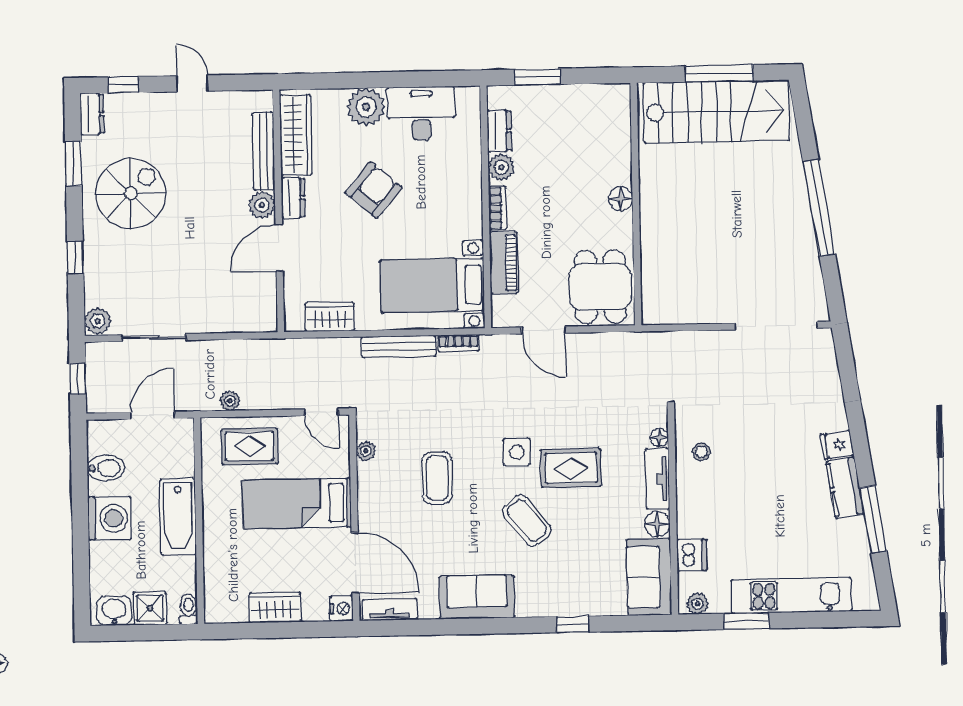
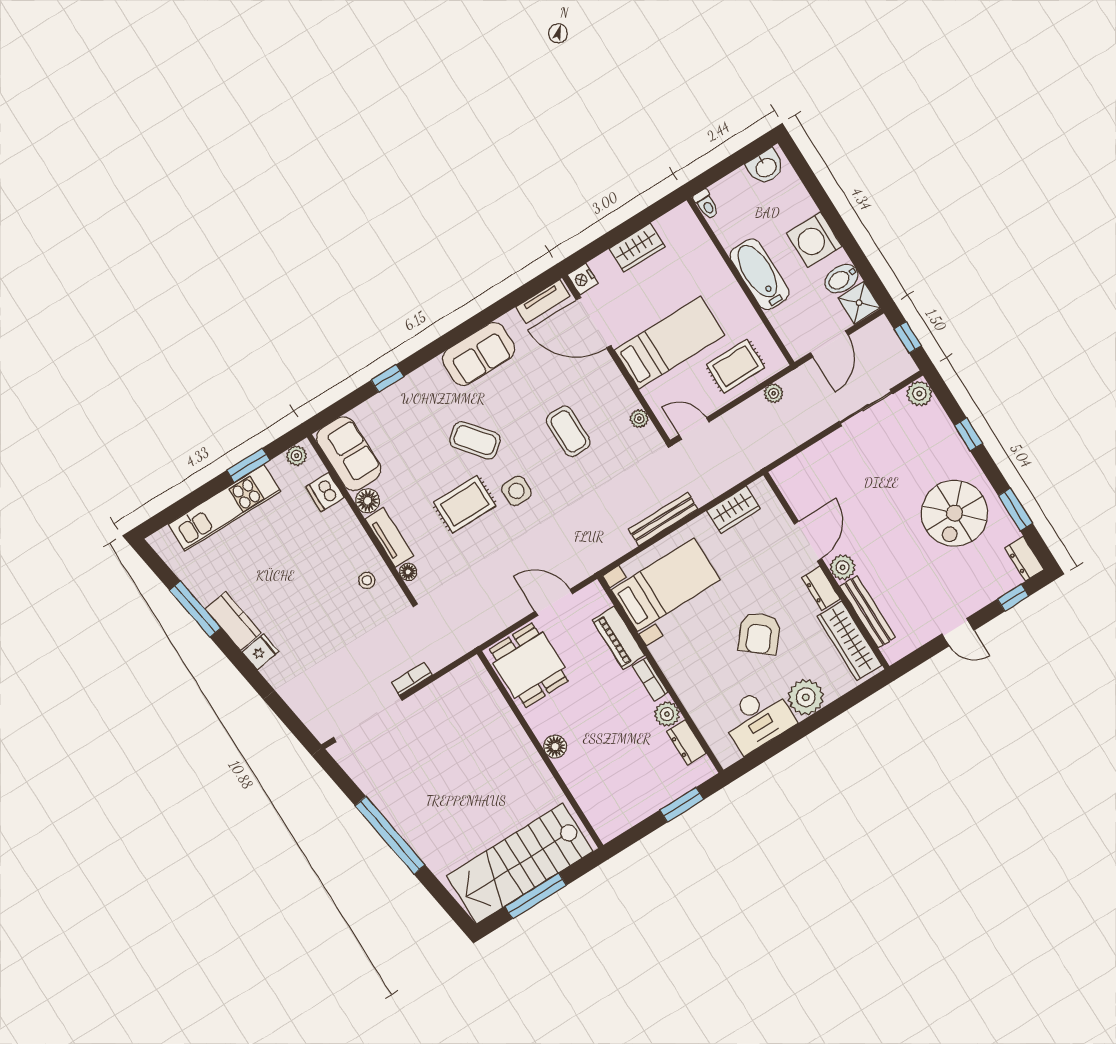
bookcase: (458, 343) -> (412, 679), moved
shower: (150, 608) -> (859, 303), moved

